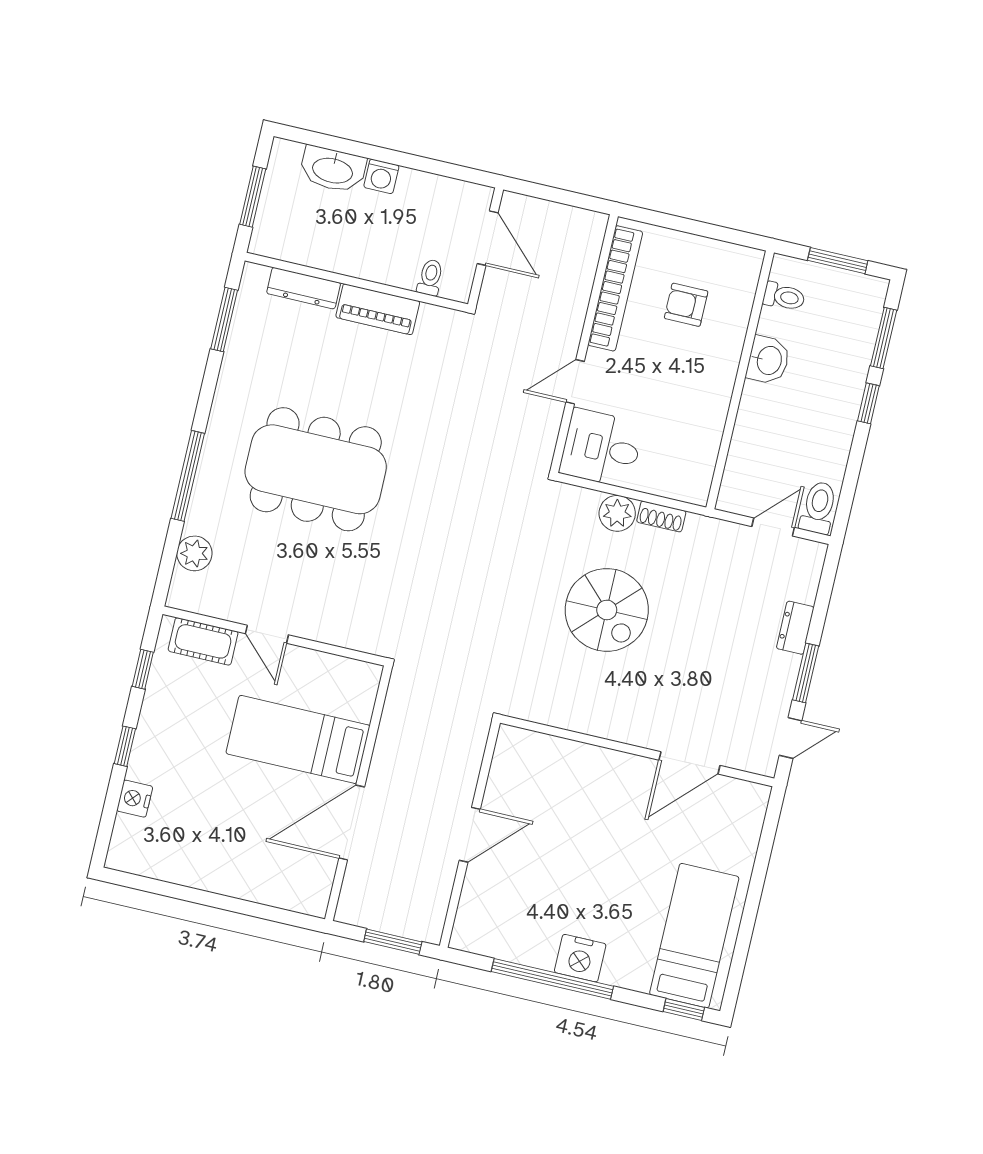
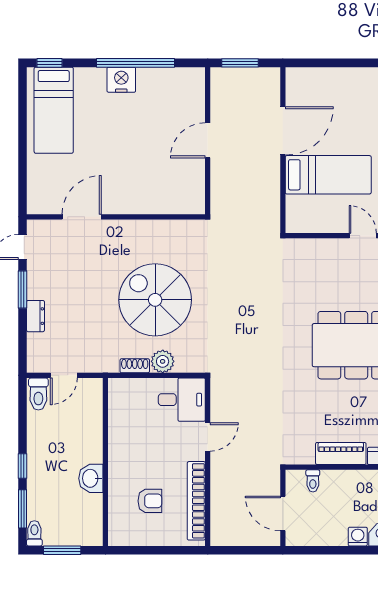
toilet: (784, 297) -> (34, 533), moved, turned 90
spiral stairs: (607, 610) -> (155, 300), width x1.37, depth x1.37

